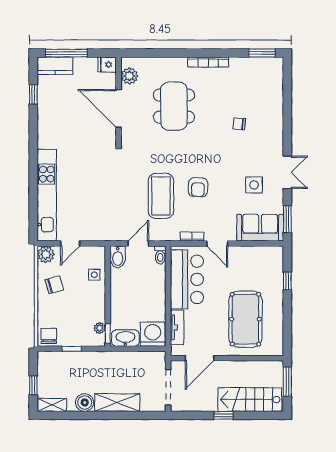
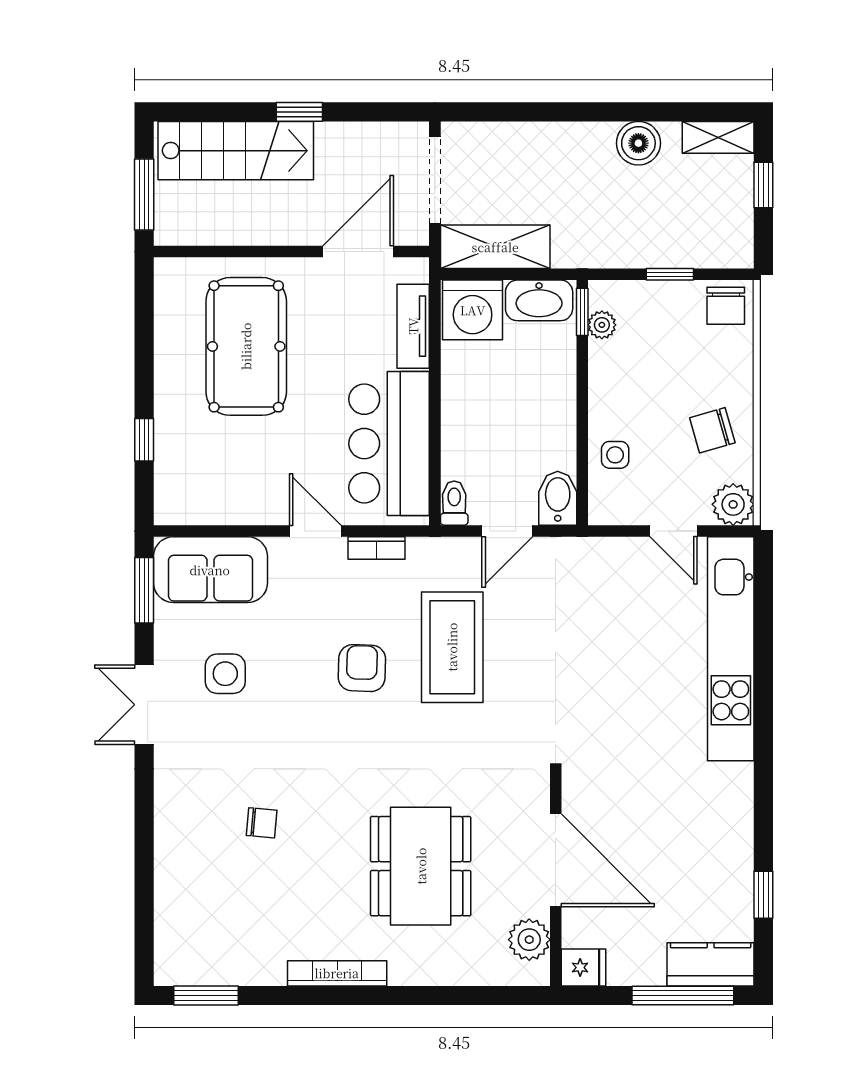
door: (70, 243) -> (673, 531), swing flipped
shelving: (117, 403) -> (495, 247), moved

